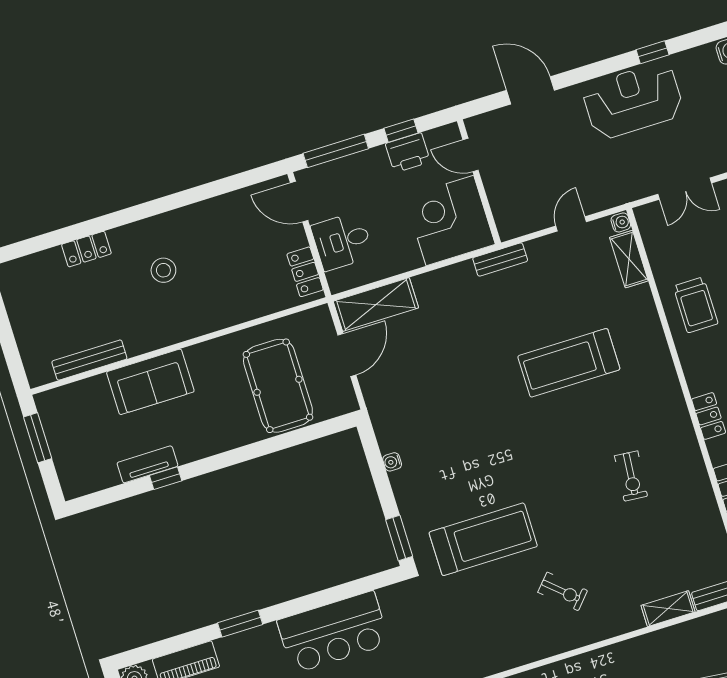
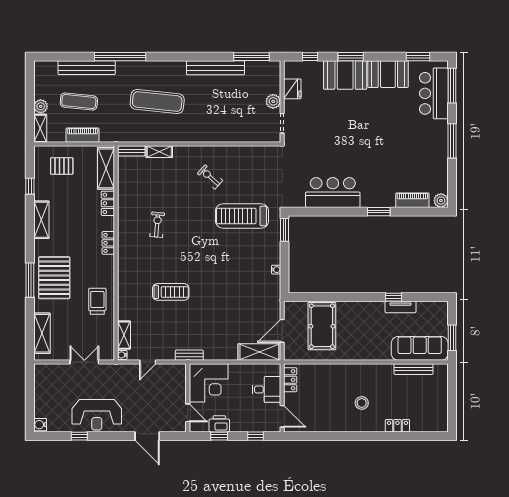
window: (336, 151) -> (255, 436), width x0.46
treadmill: (569, 363) -> (171, 292), width x0.73, depth x0.73
sofa: (150, 382) -> (420, 348), moved, width x1.36

